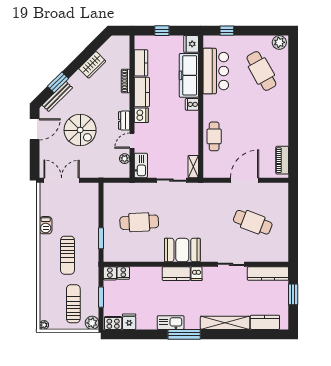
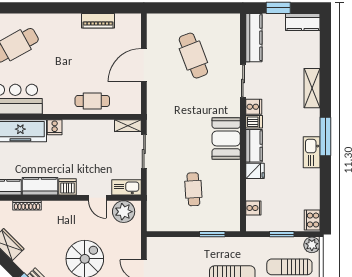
dresser: (124, 121) -> (74, 207), removed
plant: (125, 159) -> (124, 212), width x1.87, depth x1.87
piano: (282, 160) -> (98, 21), moved
door: (245, 180) -> (144, 65), hinge flipped
cafe table: (139, 222) -> (193, 189), width x0.73, depth x0.74
cafe table: (253, 222) -> (193, 56), turned -42
cooker: (110, 273) -> (254, 107), moved
fridge: (129, 322) -> (255, 171), moved, turned 180
kitchen counter: (265, 322) -> (303, 22), moved, turned -90
shelving: (225, 323) -> (312, 88), width x0.68

